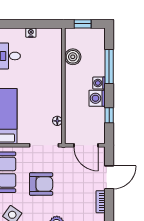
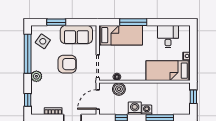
bed: (49, 56) -> (168, 71), added
boiler: (73, 57) -> (119, 89), moved
armchair: (41, 184) -> (67, 64), turned -90

